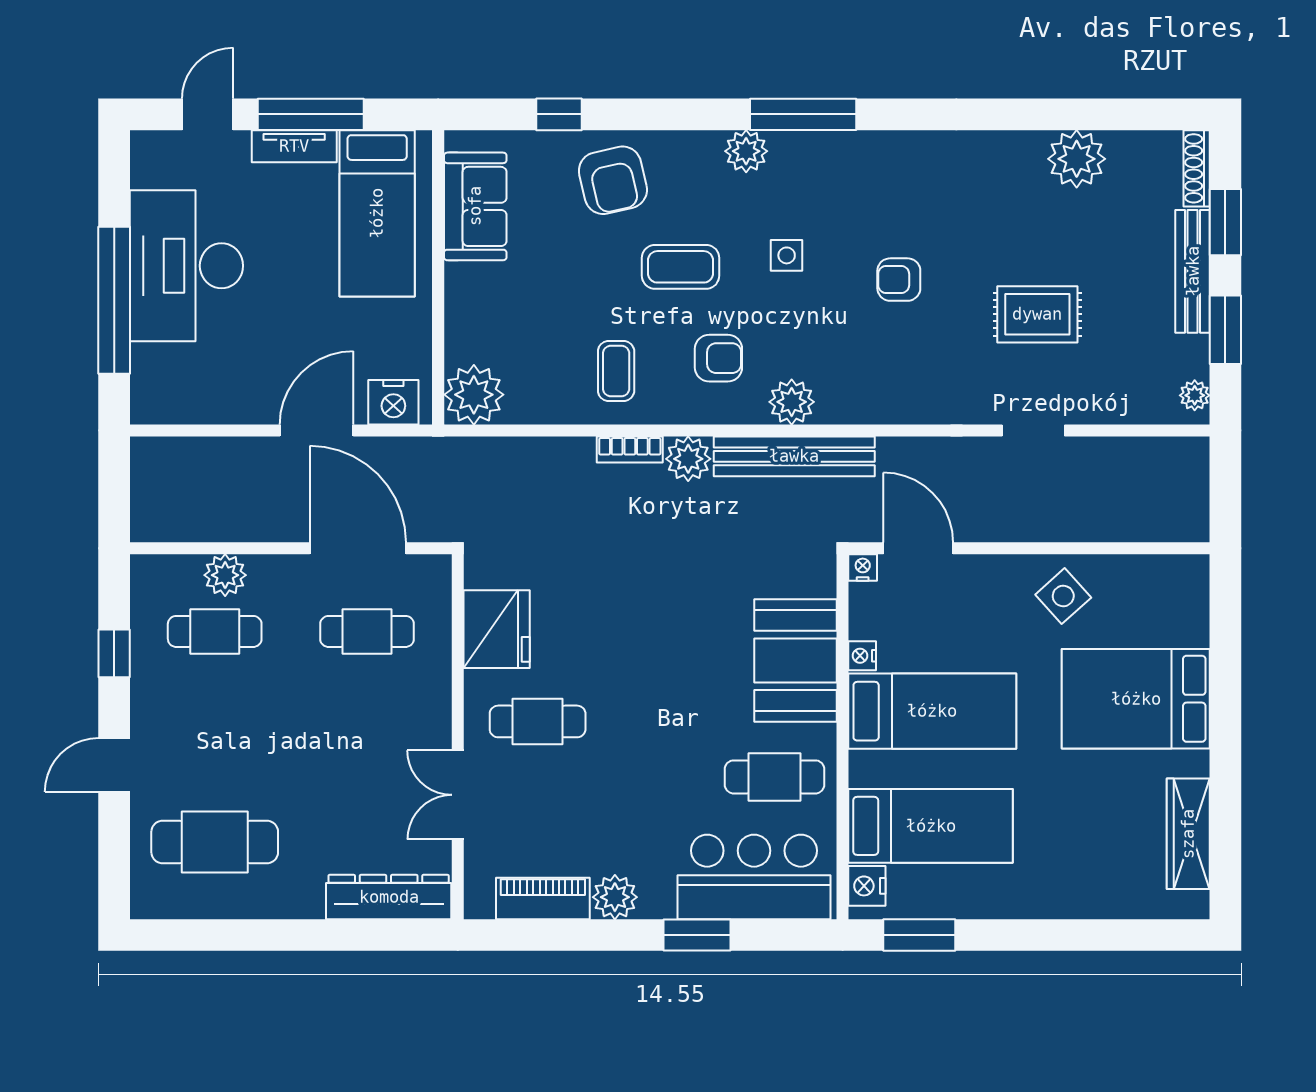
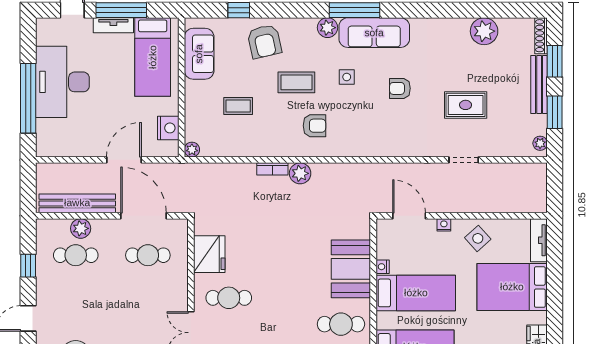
sofa: (845, 162) -> (374, 33), added
coffee table: (616, 371) -> (238, 106), moved, turned 90
plant: (474, 395) -> (192, 150), width x0.53, depth x0.53
nightstand: (393, 402) -> (168, 128), moved, turned -90
plant: (792, 402) -> (349, 146), removed
bench: (794, 456) -> (77, 203), moved
nightstand: (863, 568) -> (444, 225), moved
tv unit: (1192, 600) -> (539, 240), added

